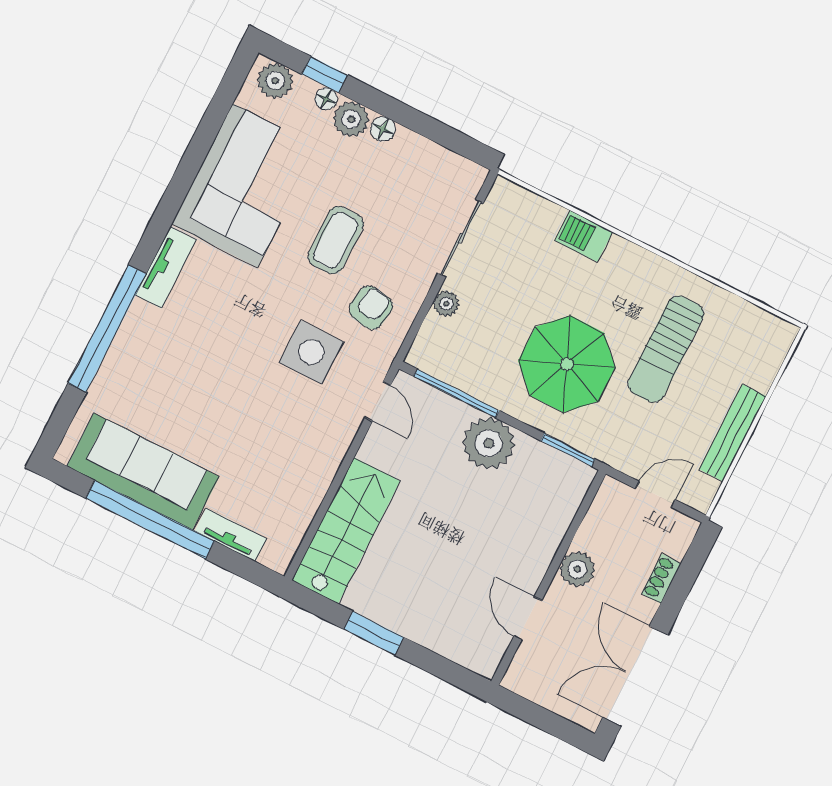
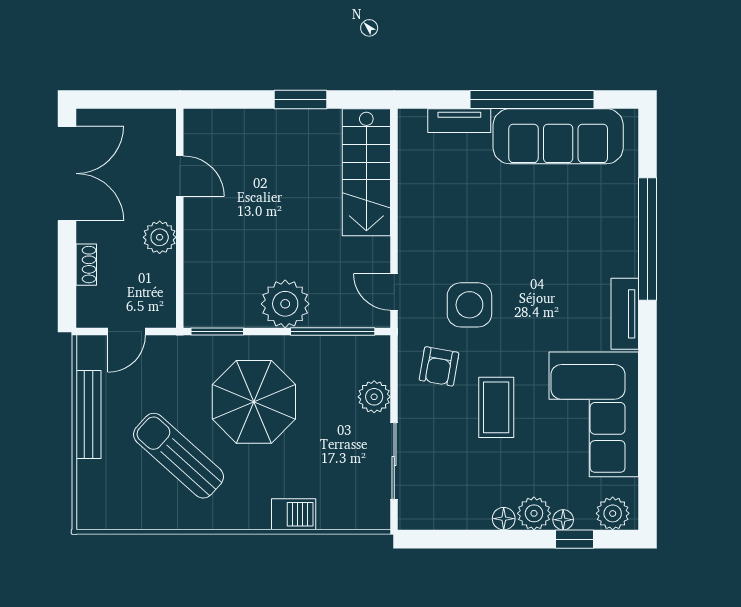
plant: (446, 304) -> (374, 397), width x1.38, depth x1.38
sun lounger: (666, 349) -> (178, 456), turned -48

